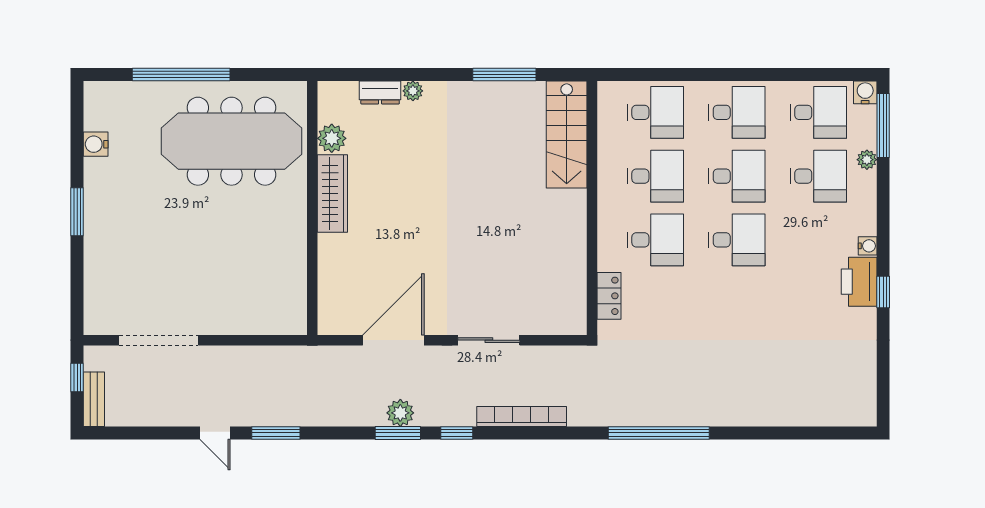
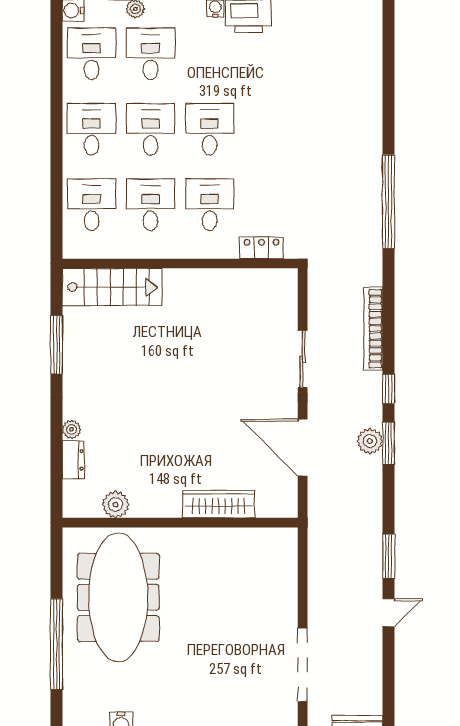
wardrobe: (332, 194) -> (219, 504), moved

